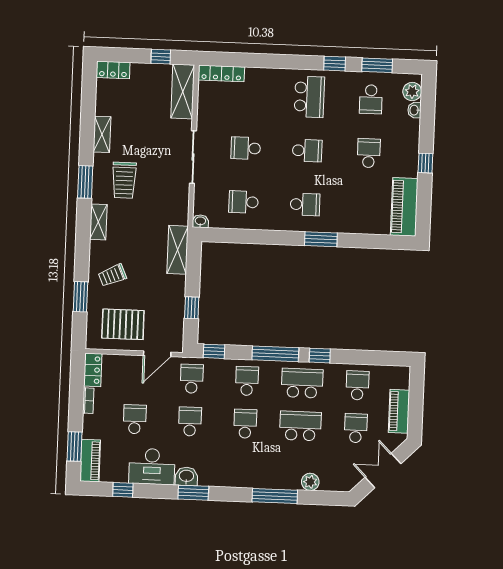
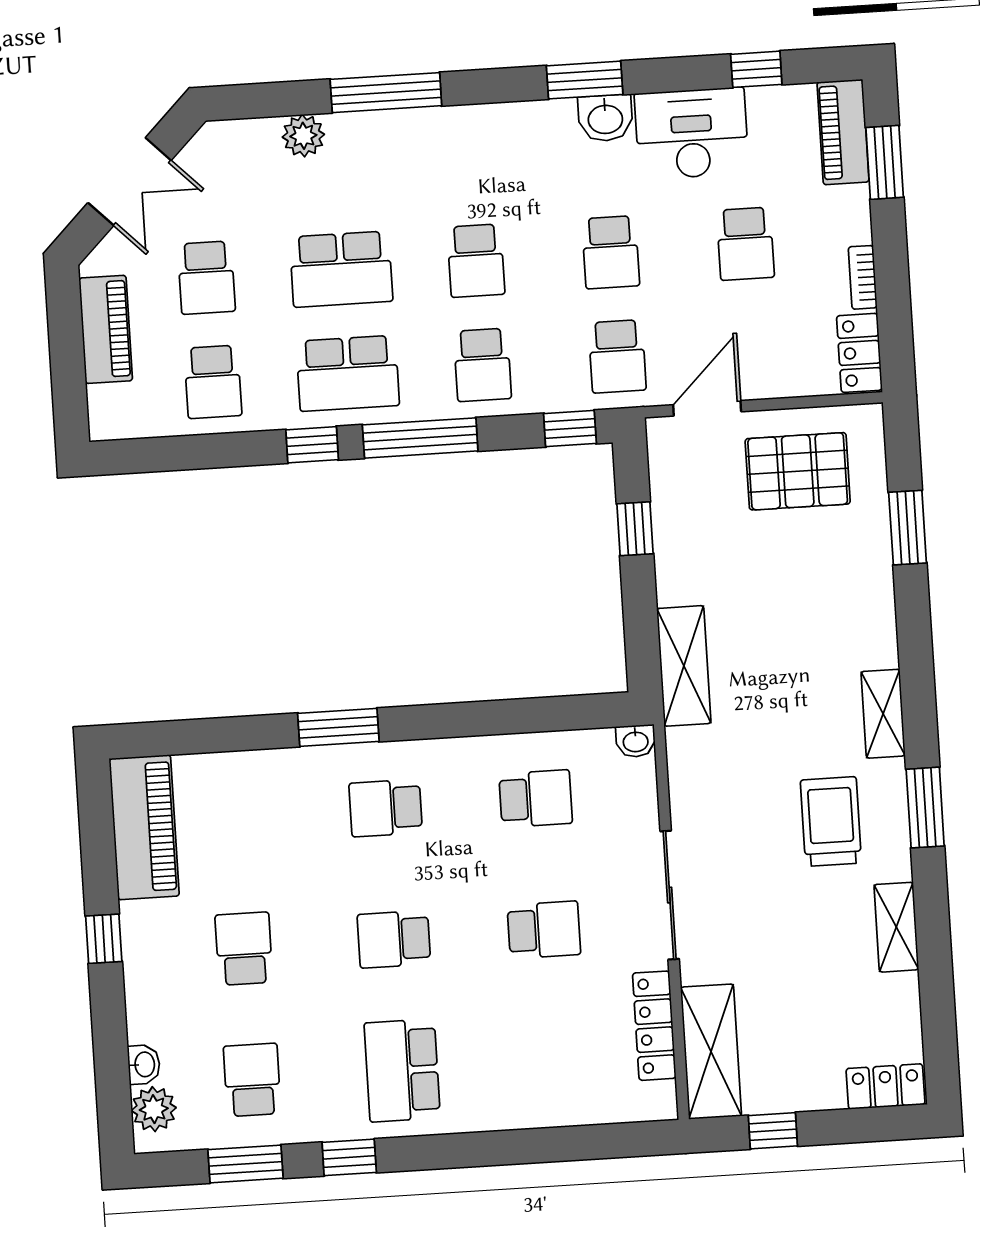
locker: (221, 73) -> (654, 1026), moved, turned -90
school desk: (369, 153) -> (244, 949), turned 180
trolley: (112, 275) -> (836, 588), removed

